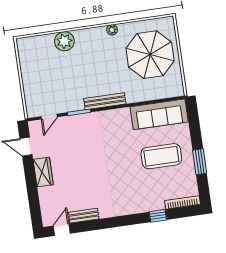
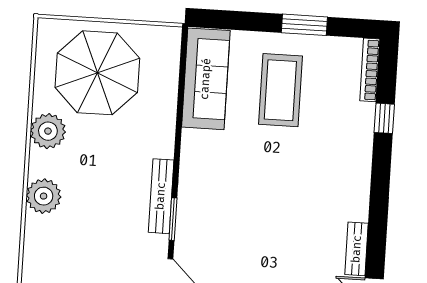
plant: (112, 30) -> (48, 131), width x1.88, depth x1.88
plant: (64, 41) -> (44, 196), moved
bench: (105, 101) -> (161, 196), moved

